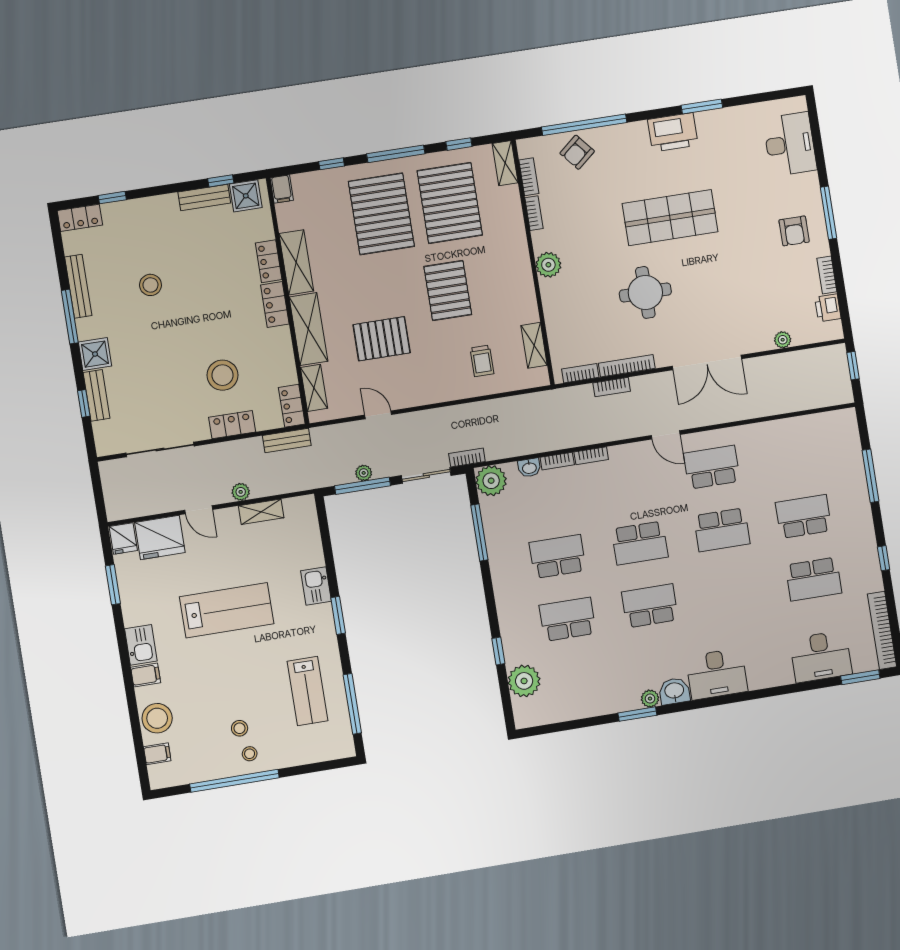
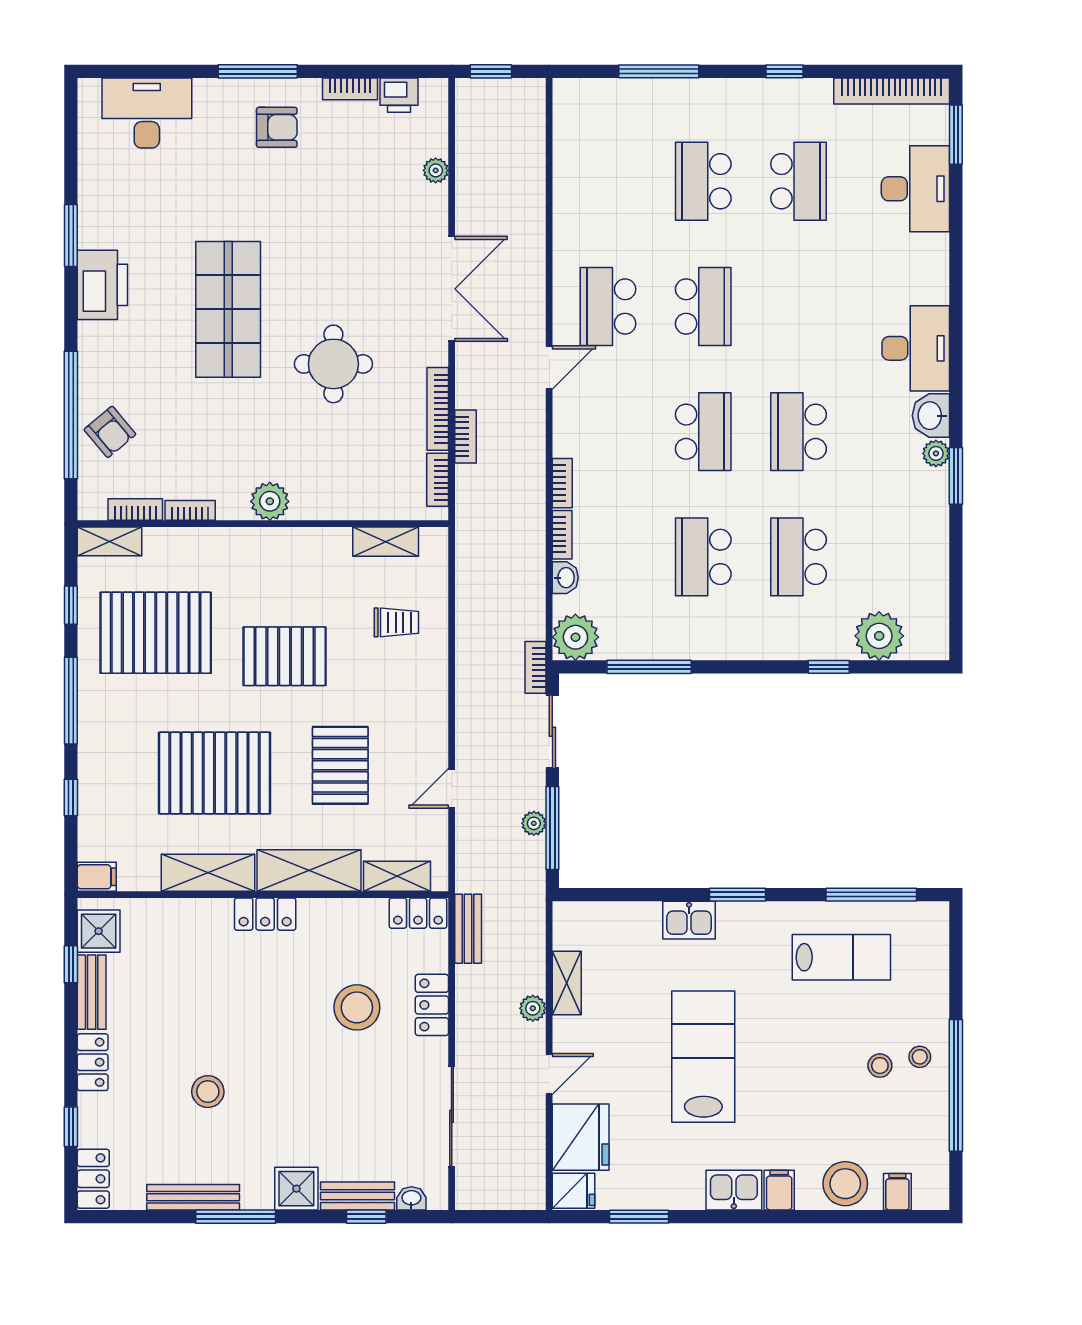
pallet: (381, 214) -> (215, 773), moved
locker: (269, 261) -> (93, 1062), moved, turned -90
washbasin: (101, 432) -> (411, 1198), added

